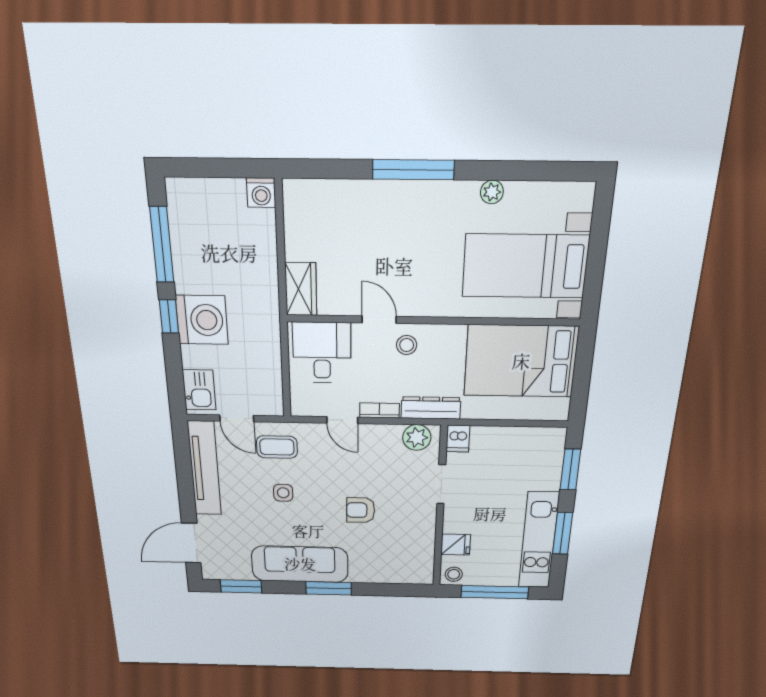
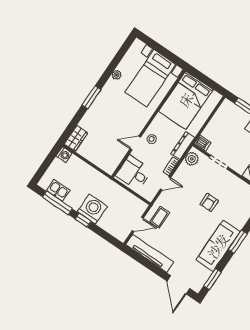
window: (413, 170) -> (91, 97), width x0.69
wardrobe: (301, 289) -> (76, 138), moved, turned 90
kitchen sink: (199, 390) -> (58, 191), moved
side table: (283, 493) -> (181, 229), removed

